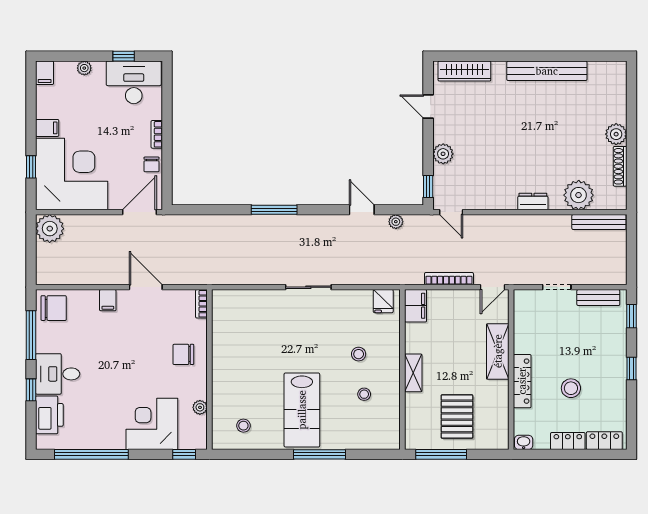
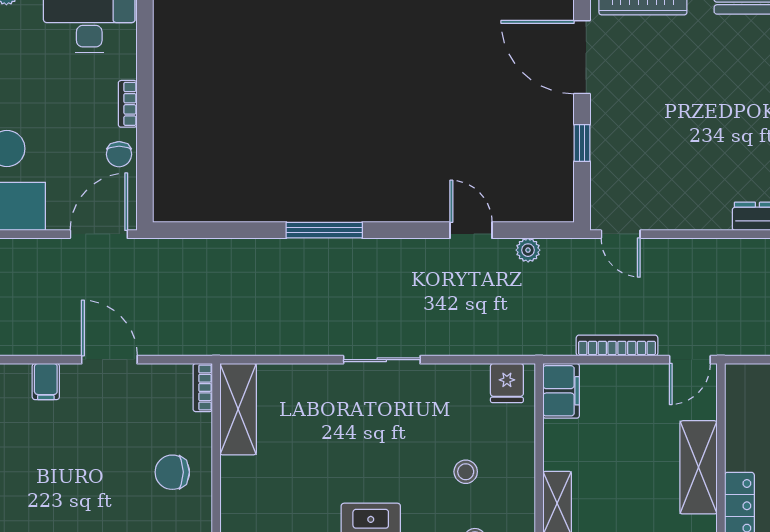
door: (428, 106) -> (582, 57), width x1.88
plant: (443, 154) -> (607, 136), removed
window: (428, 186) -> (582, 143), moved
shelving: (223, 317) -> (238, 409), added

